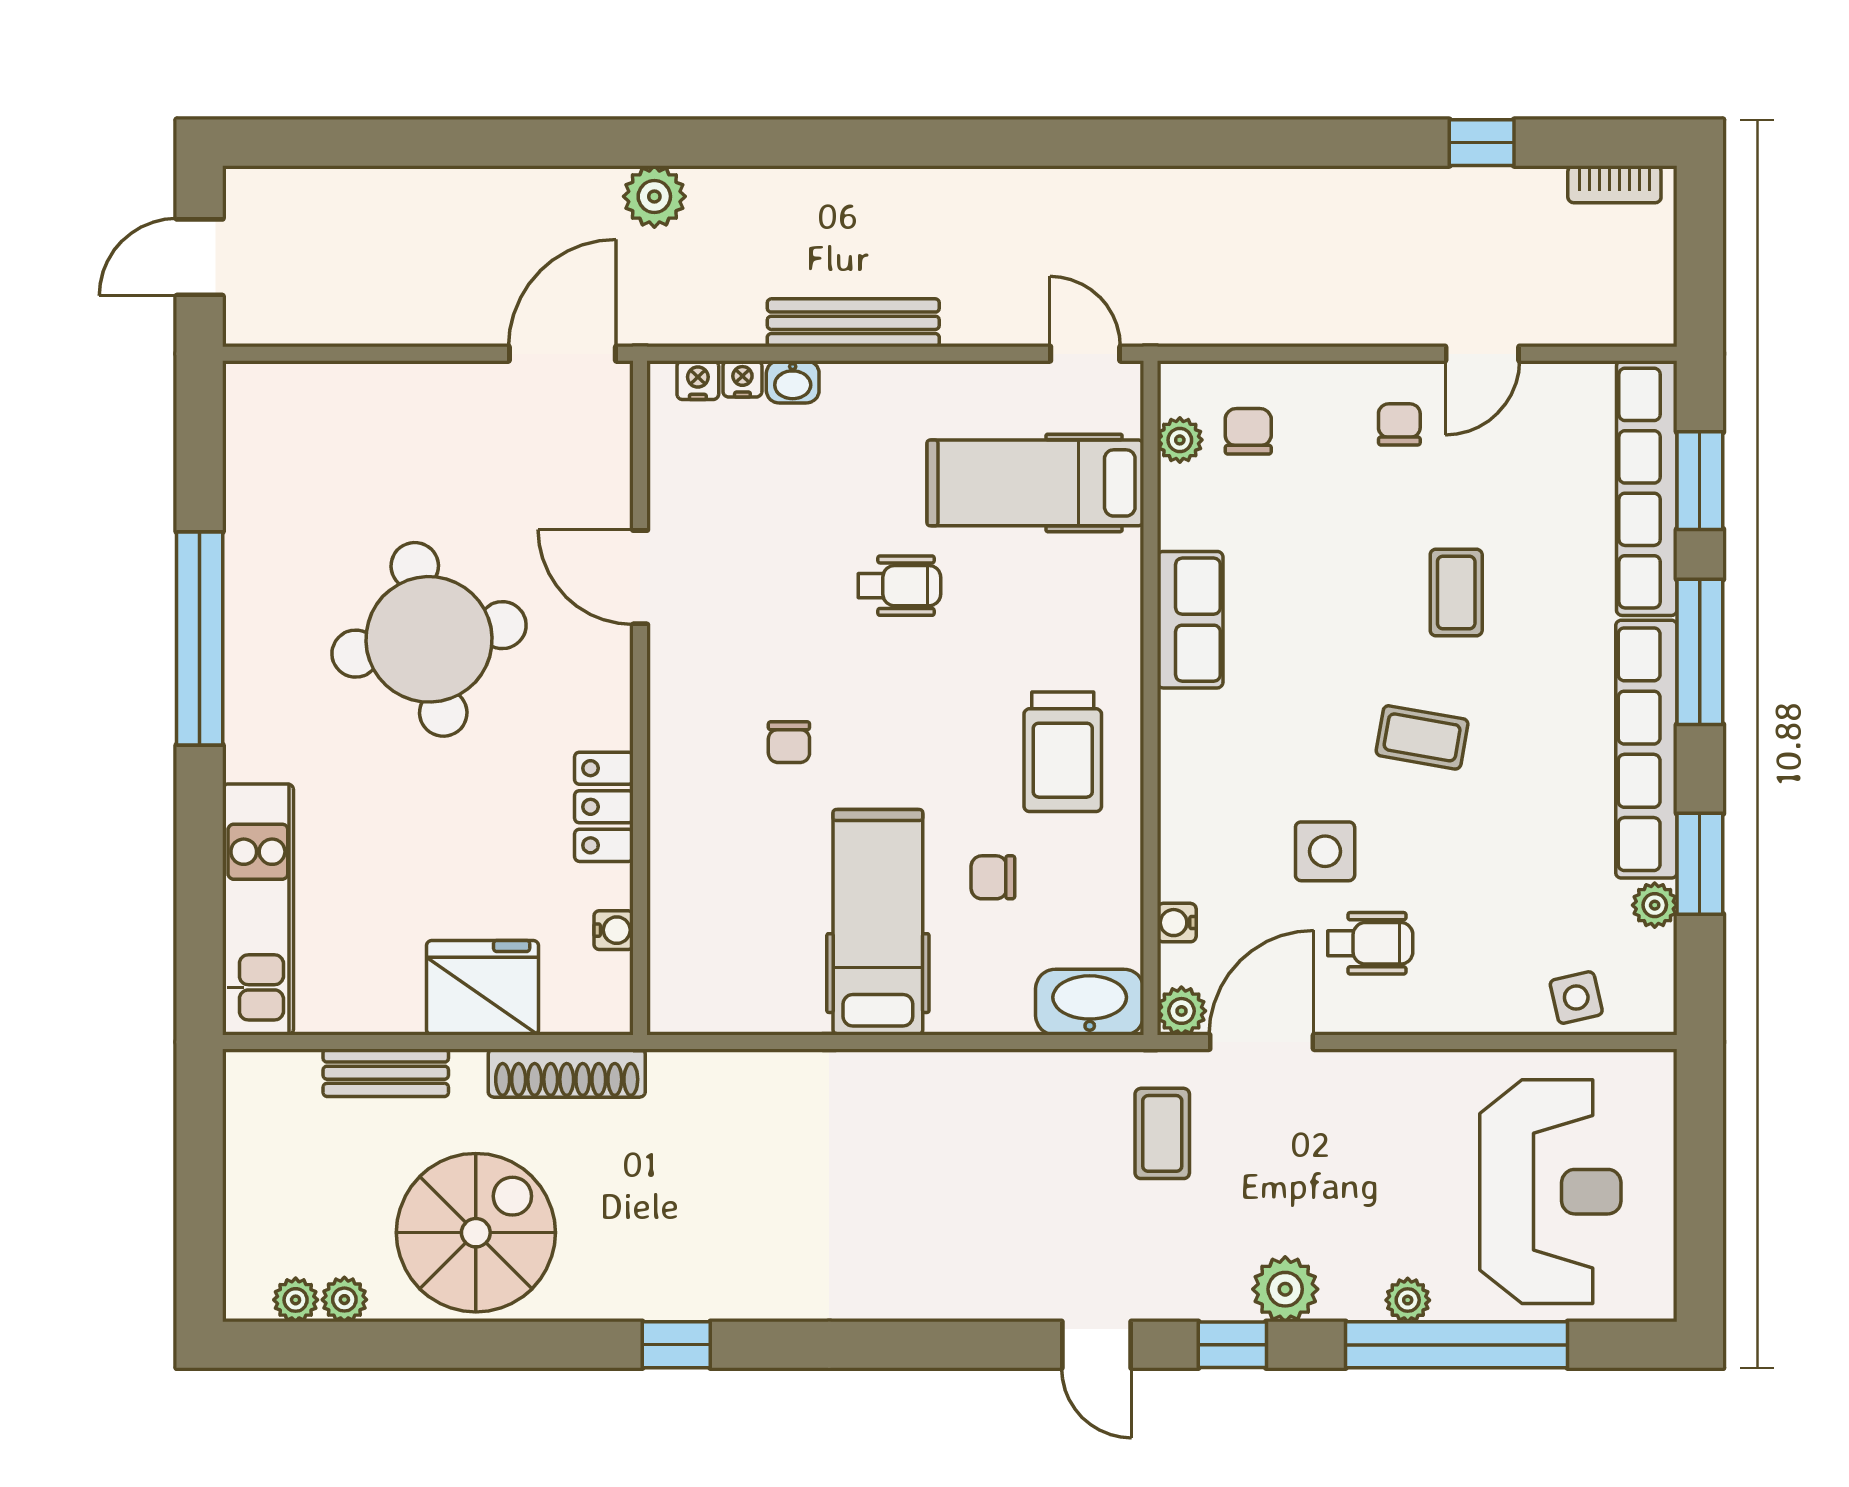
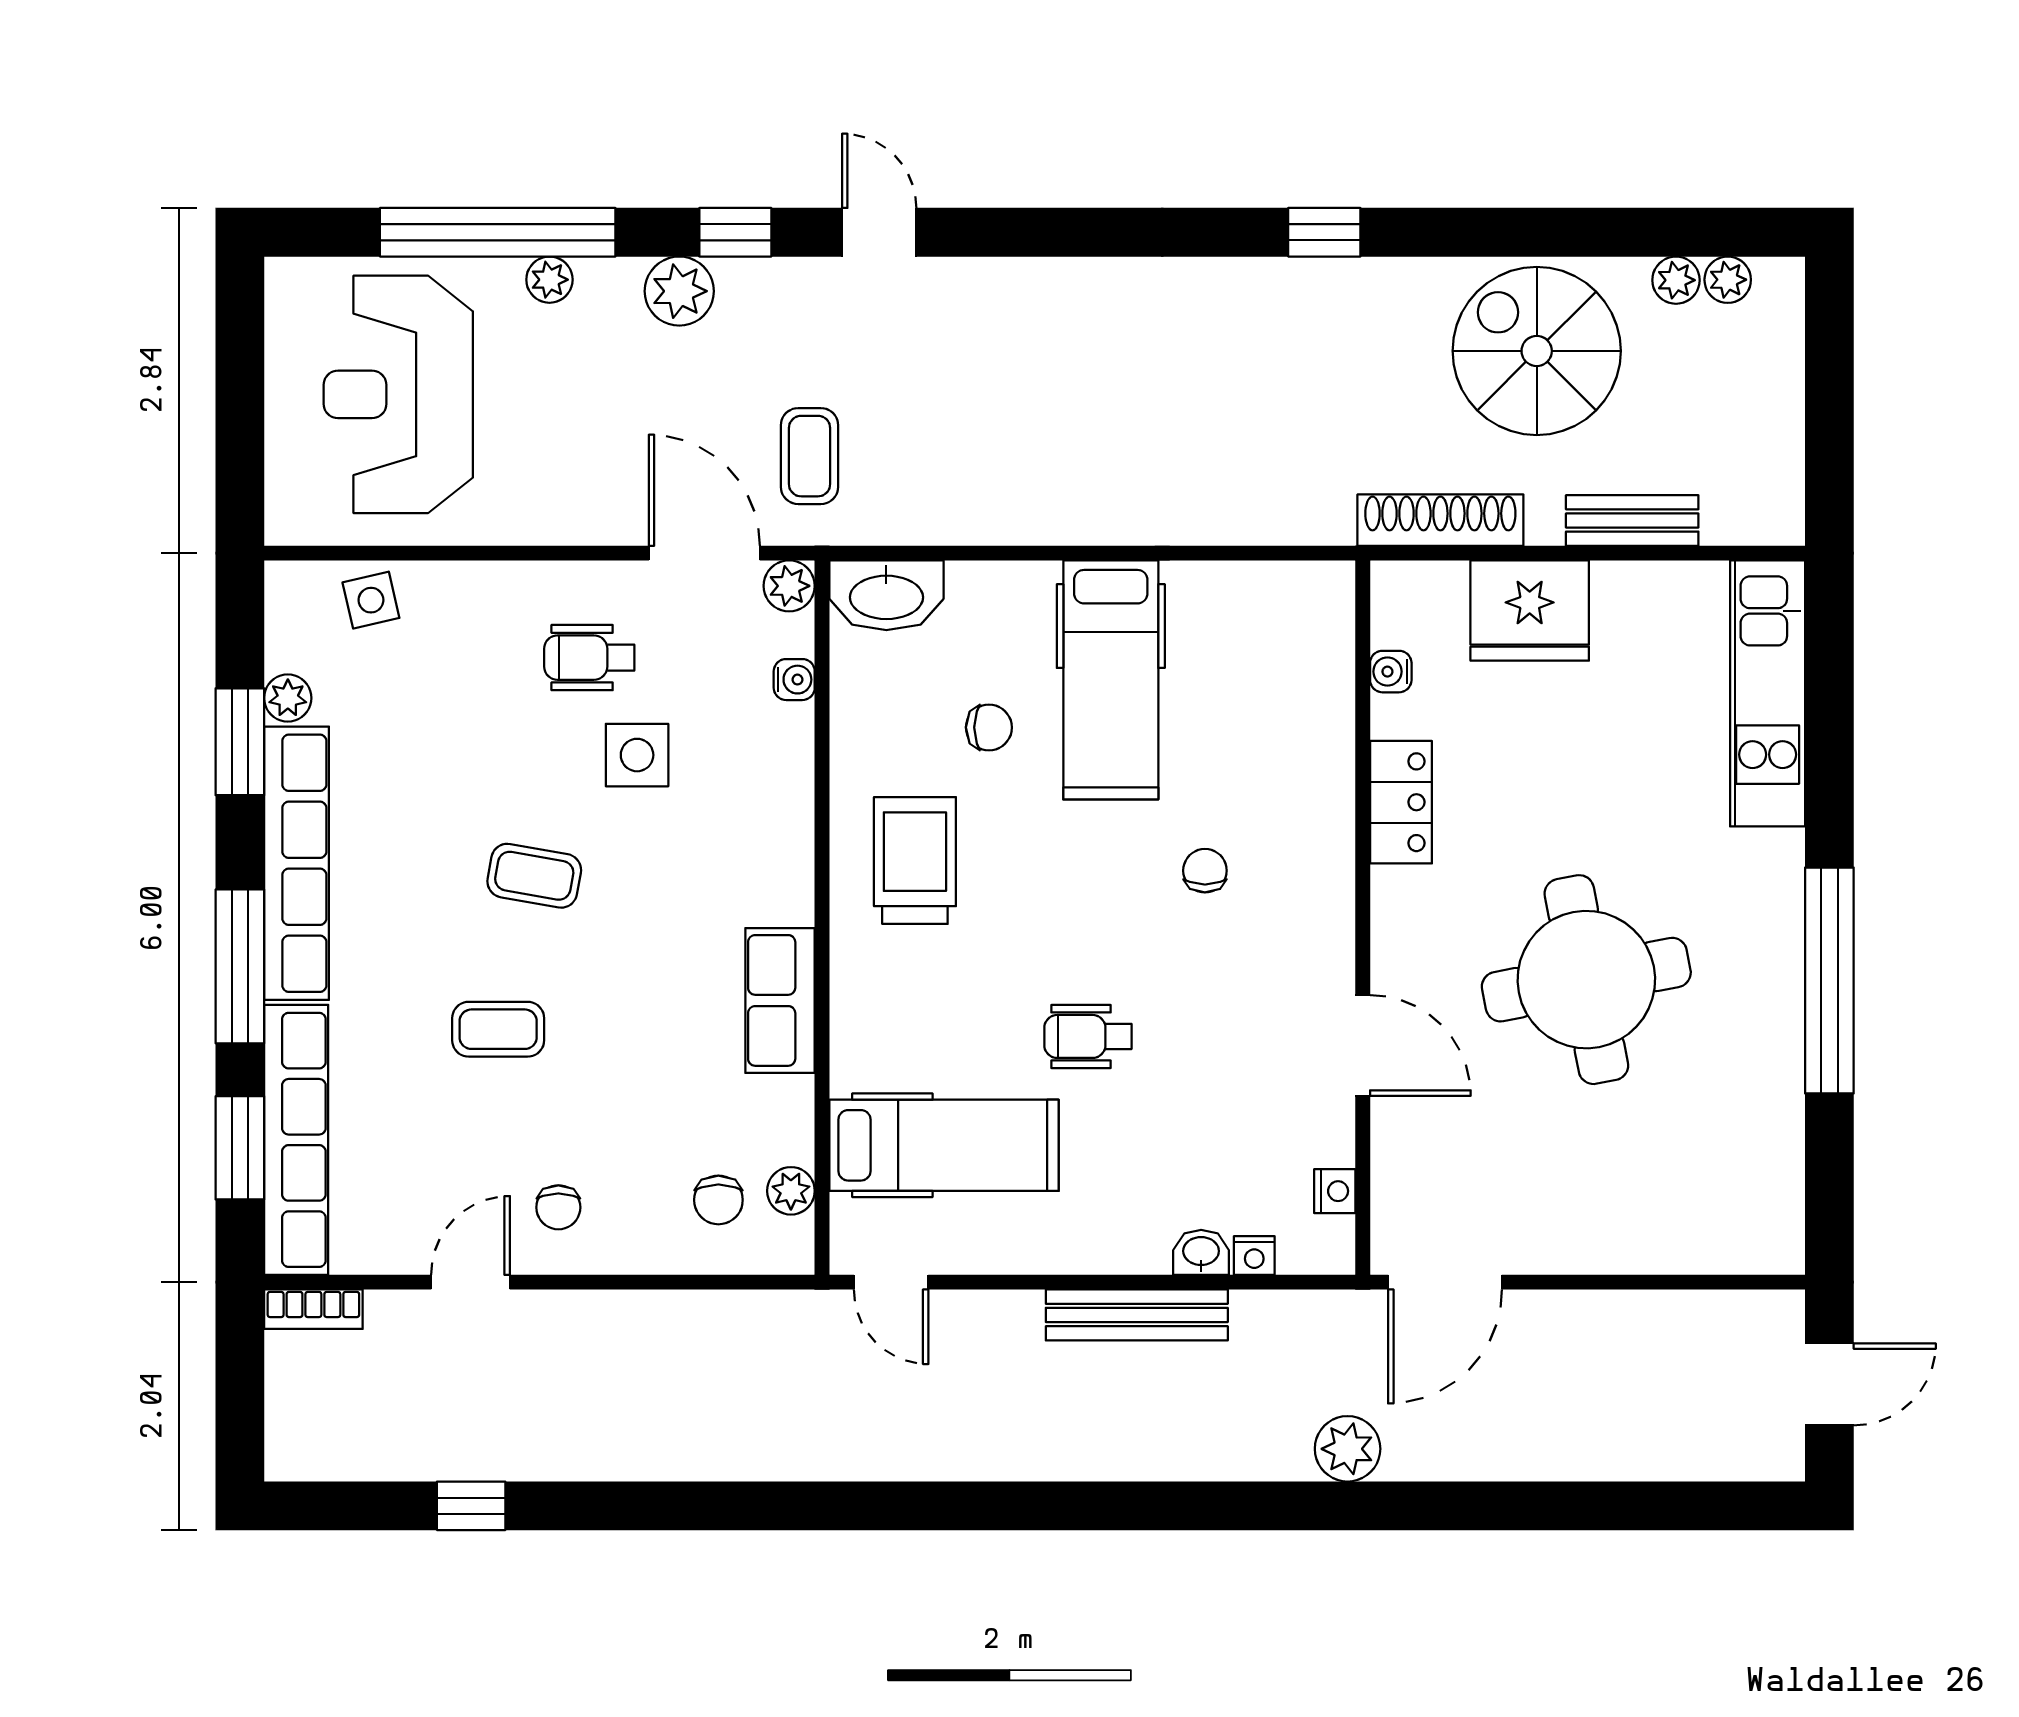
bookcase: (1614, 184) -> (313, 1309), moved, turned 180
nightstand: (698, 380) -> (1335, 1191), moved, turned -90
coffee table: (1456, 592) -> (498, 1029), turned 90
door: (1262, 1042) -> (704, 553), swing flipped
spiral stairs: (476, 1233) -> (1537, 351), turned 90

